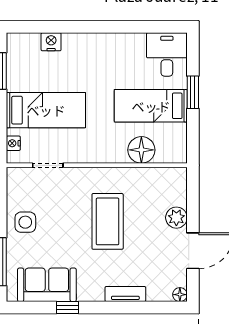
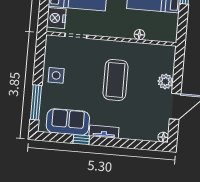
nightstand: (13, 143) -> (56, 18), width x1.89, depth x1.79
floor lamp: (141, 150) -> (139, 35), width x0.53, depth x0.53
tv unit: (125, 294) -> (104, 132), moved

